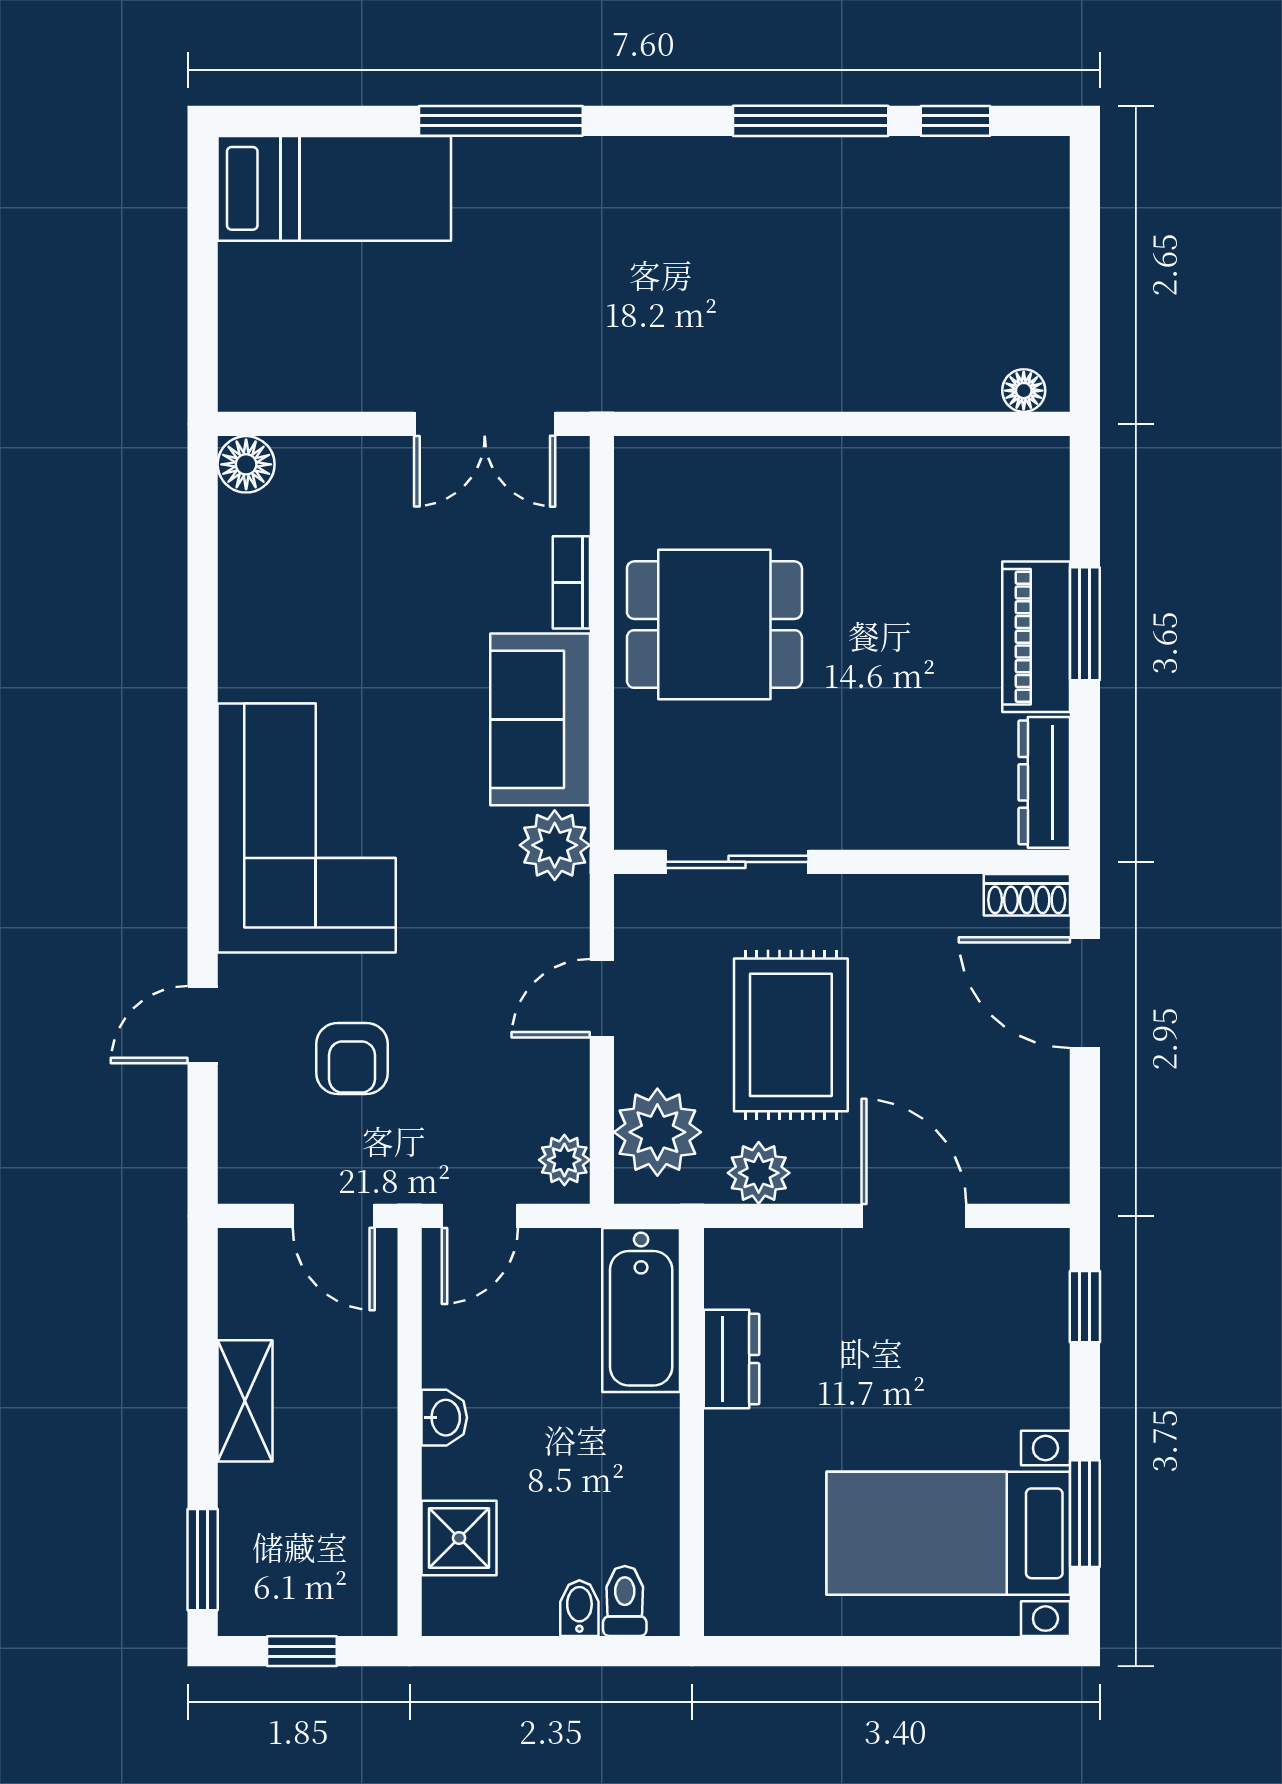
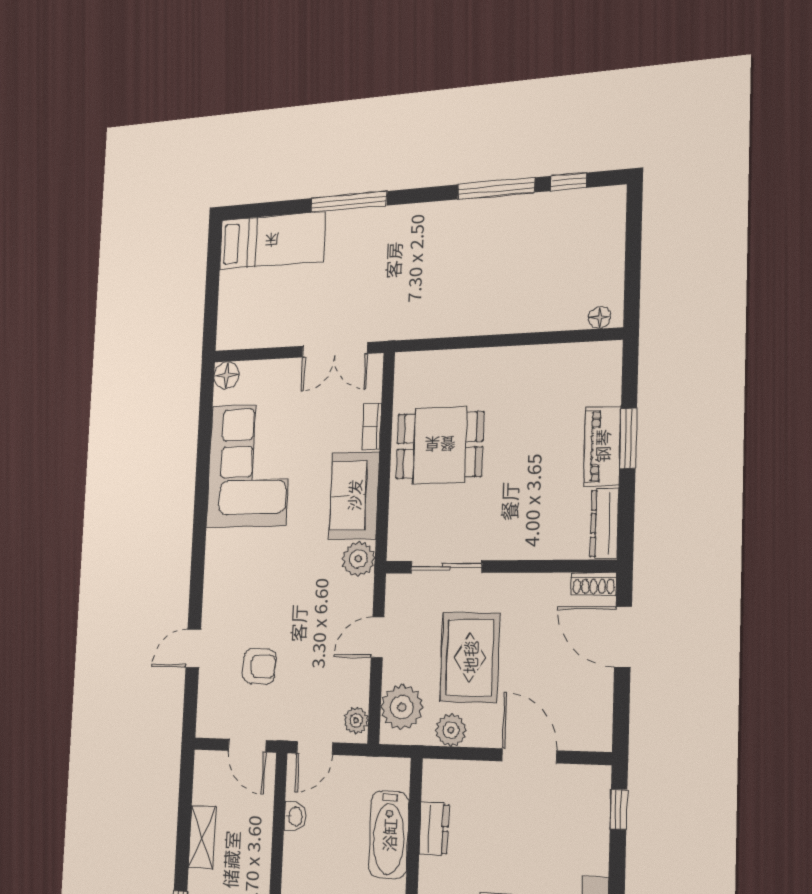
corner sofa: (307, 828) -> (249, 466), moved
armchair: (352, 1058) -> (259, 666), turned -90
bathtub: (641, 1310) -> (389, 835), moved
washbasin: (444, 1418) -> (295, 816), moved

